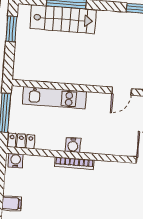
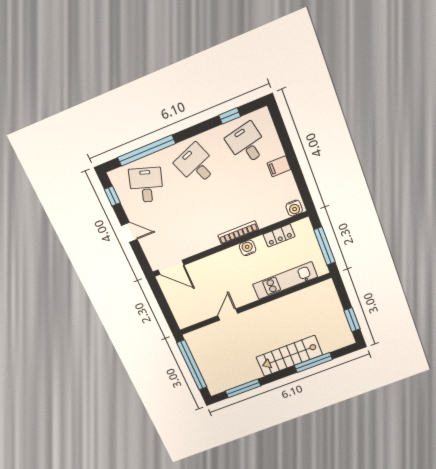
stairs: (63, 19) -> (289, 356), moved
locker: (21, 141) -> (279, 236), moved

